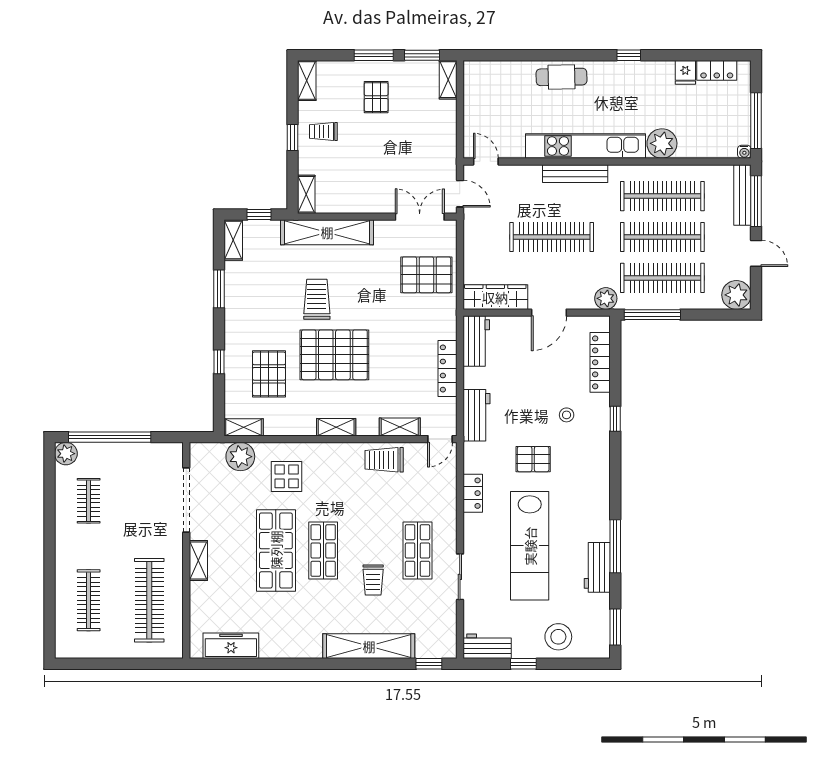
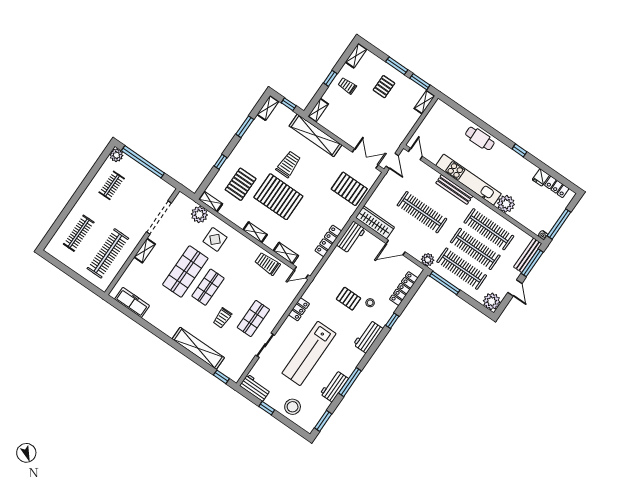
workbench: (476, 415) -> (368, 337), moved, turned 180
pallet: (533, 459) -> (348, 299), moved

